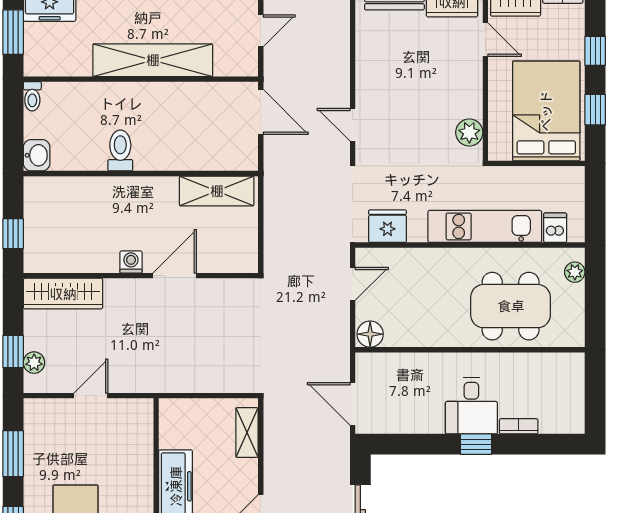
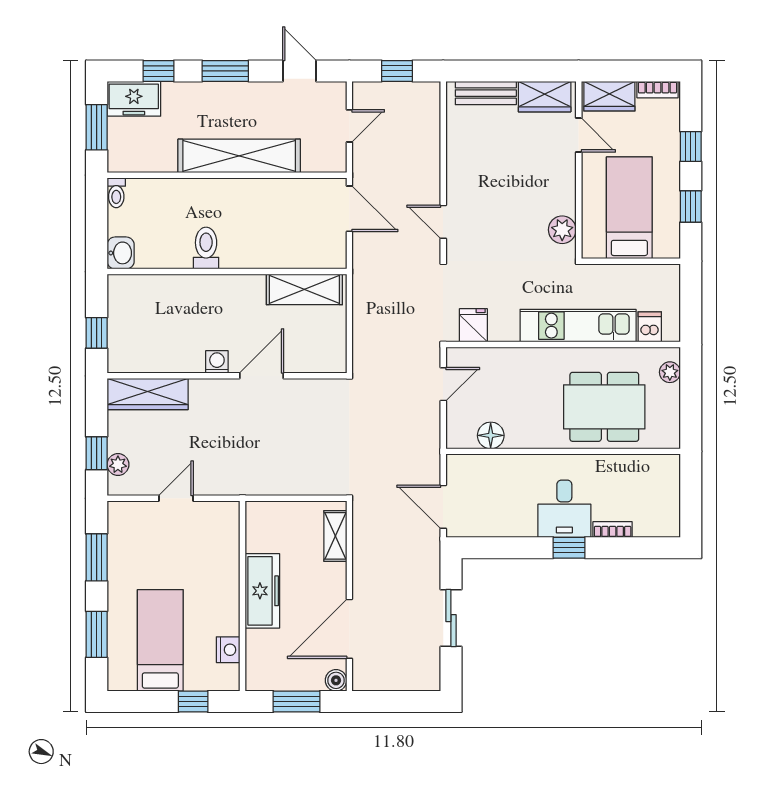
bed: (546, 111) -> (629, 208), width x0.67
fridge: (387, 226) -> (473, 325), width x0.72
floor lamp: (370, 334) -> (491, 435), moved

